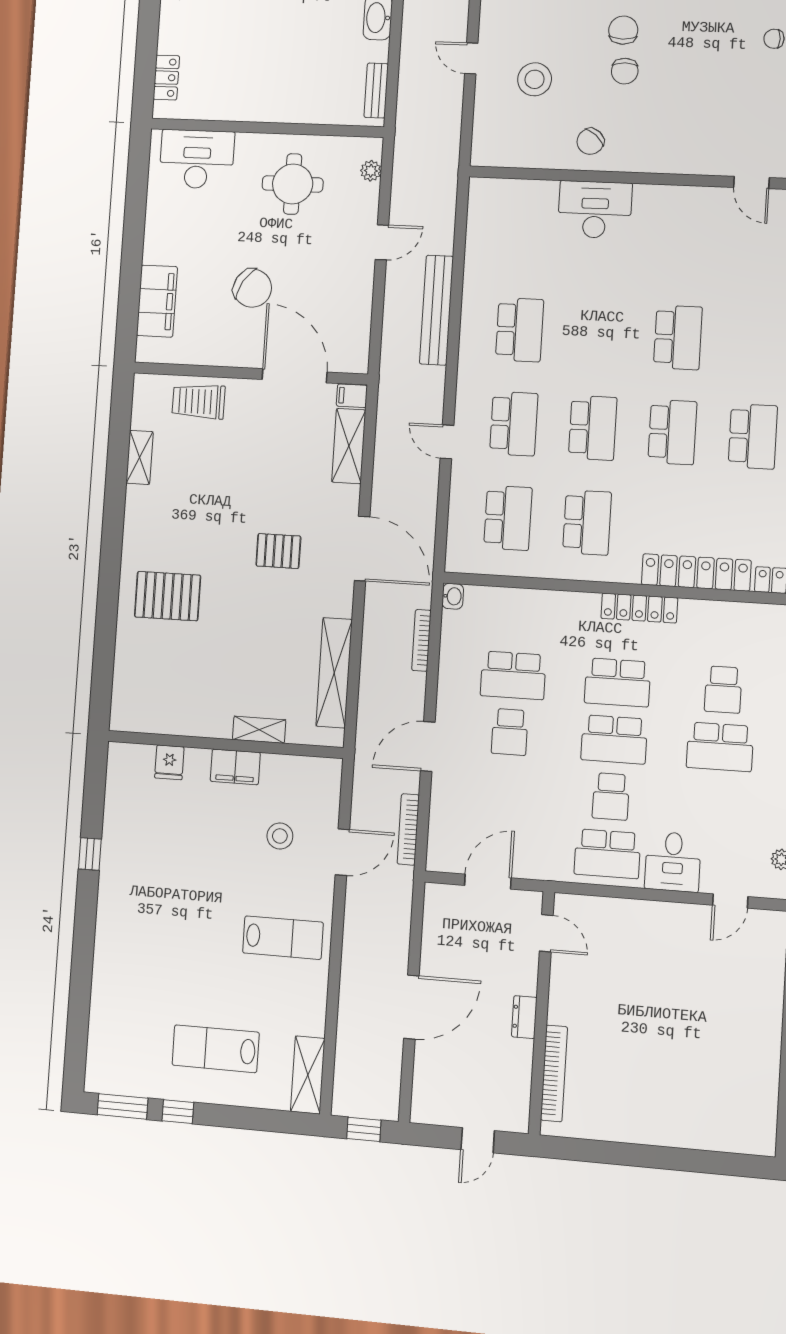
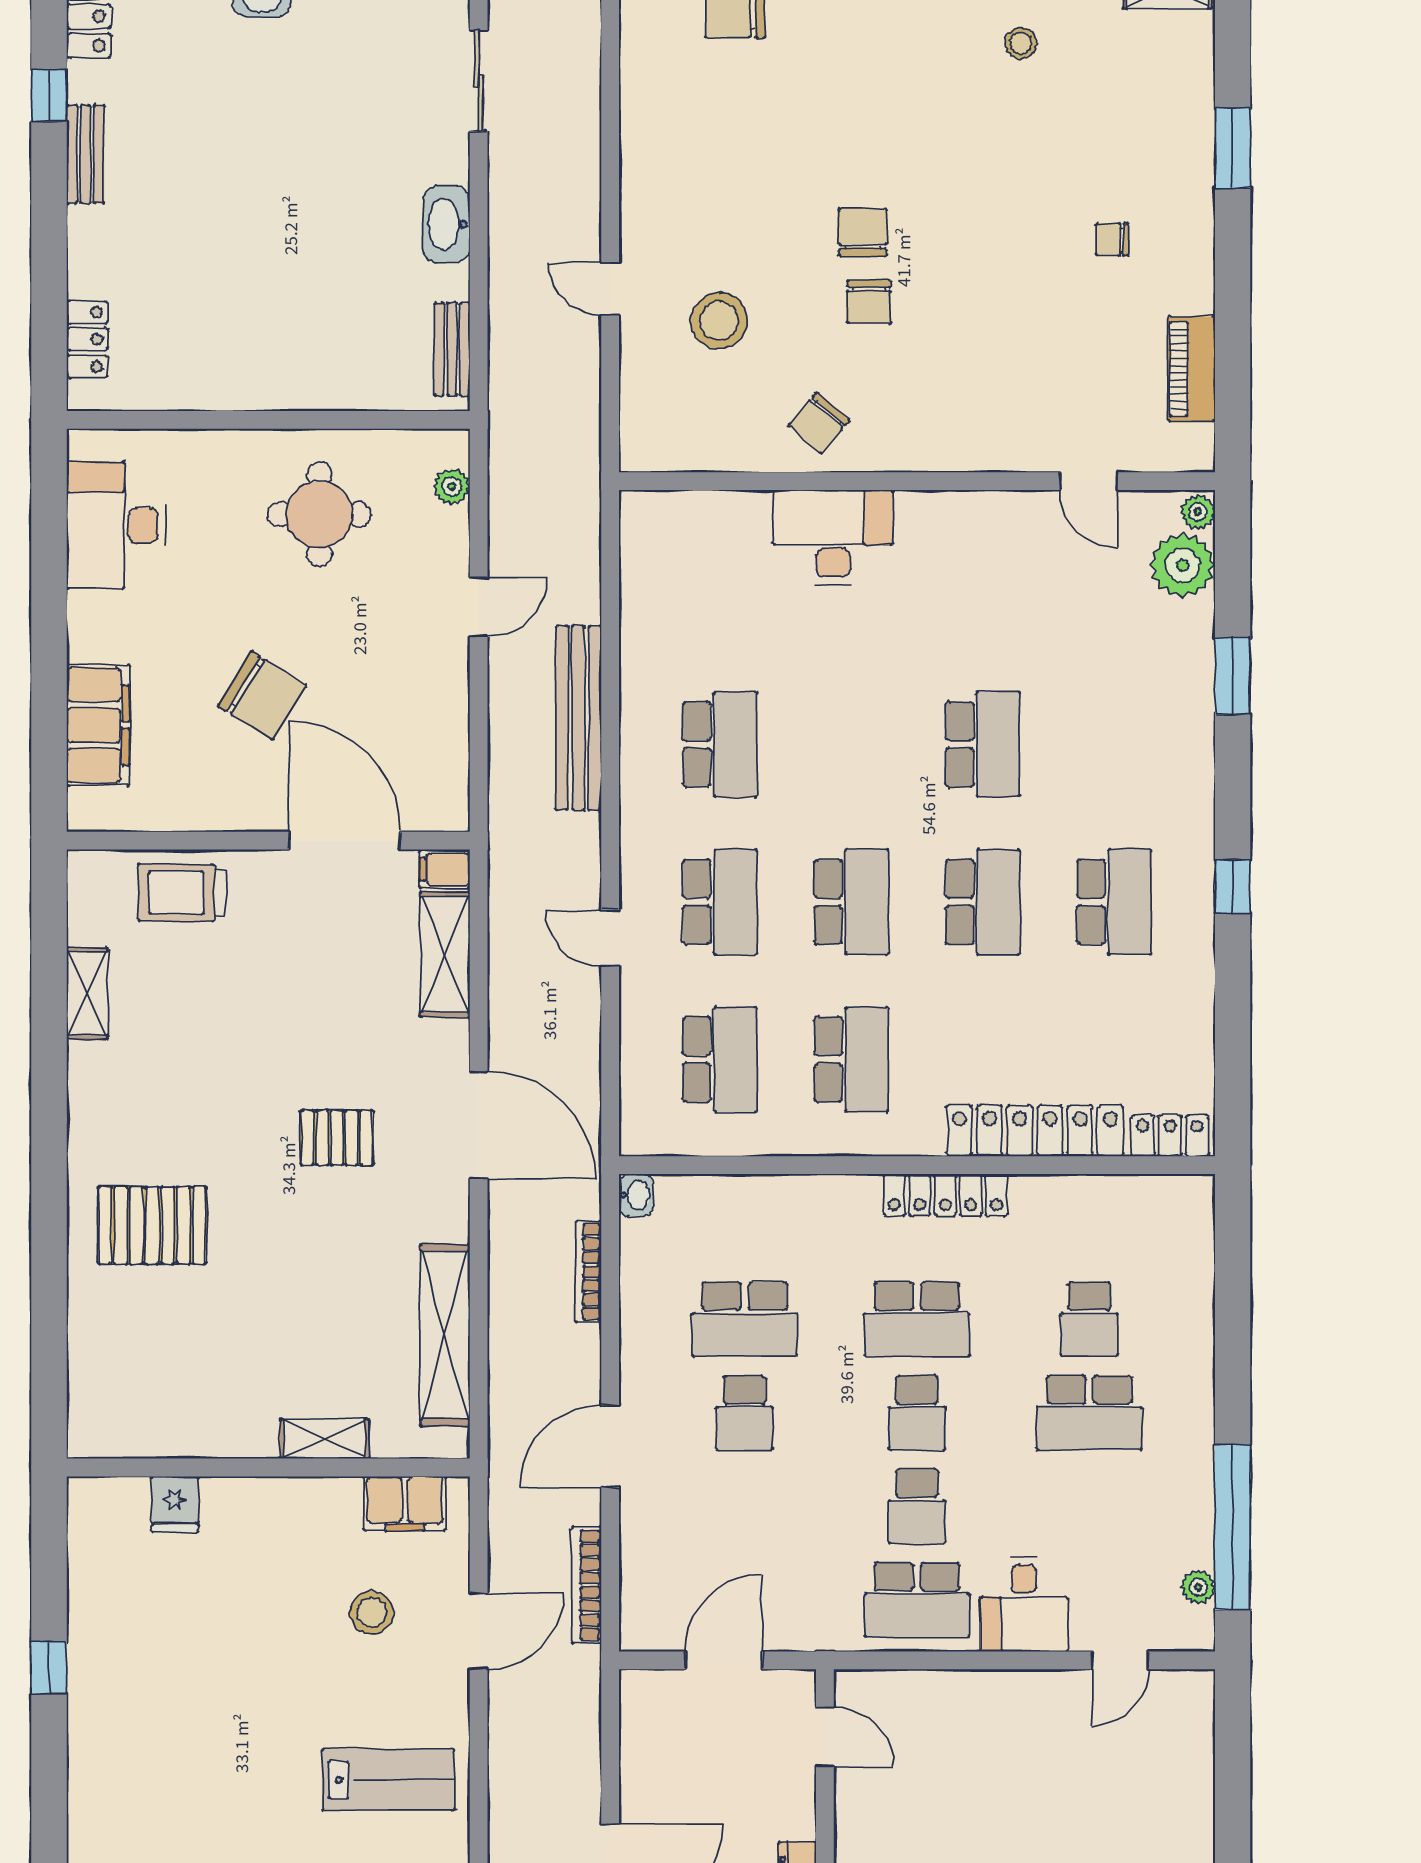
desk: (197, 159) -> (116, 525), moved, turned -90
school desk: (614, 739) -> (917, 1413), width x0.54
filing cabinet: (235, 767) -> (405, 1504), moved

